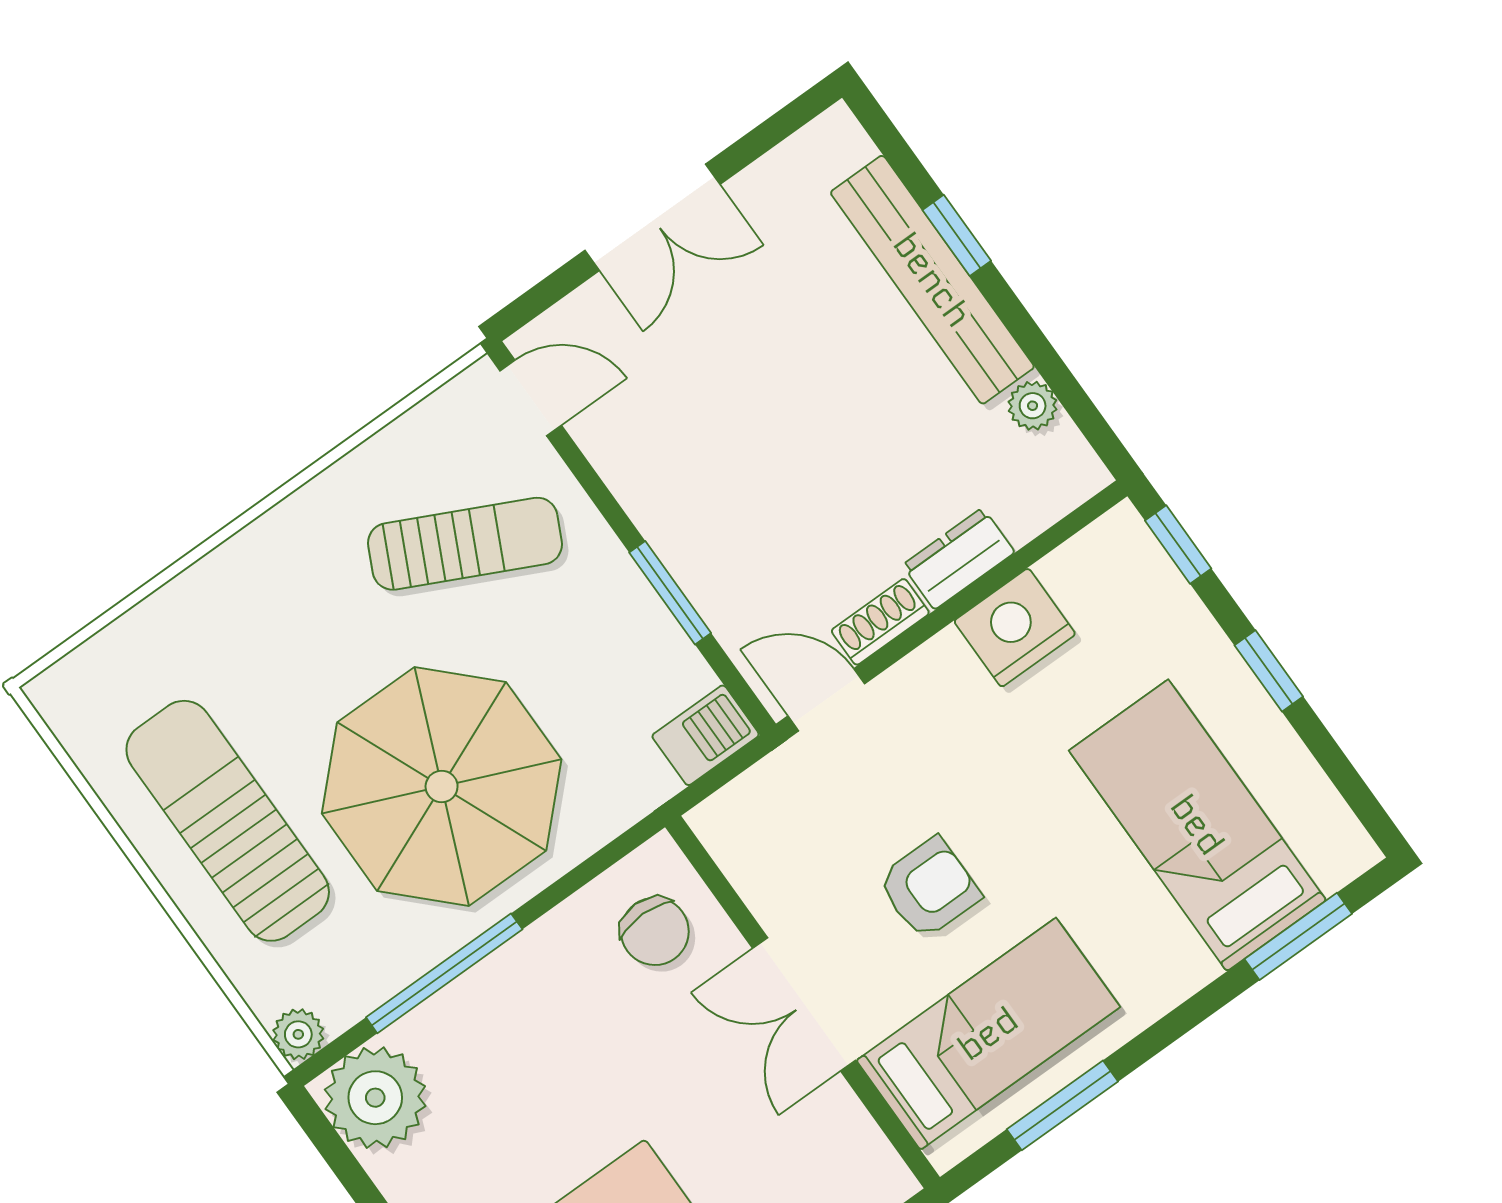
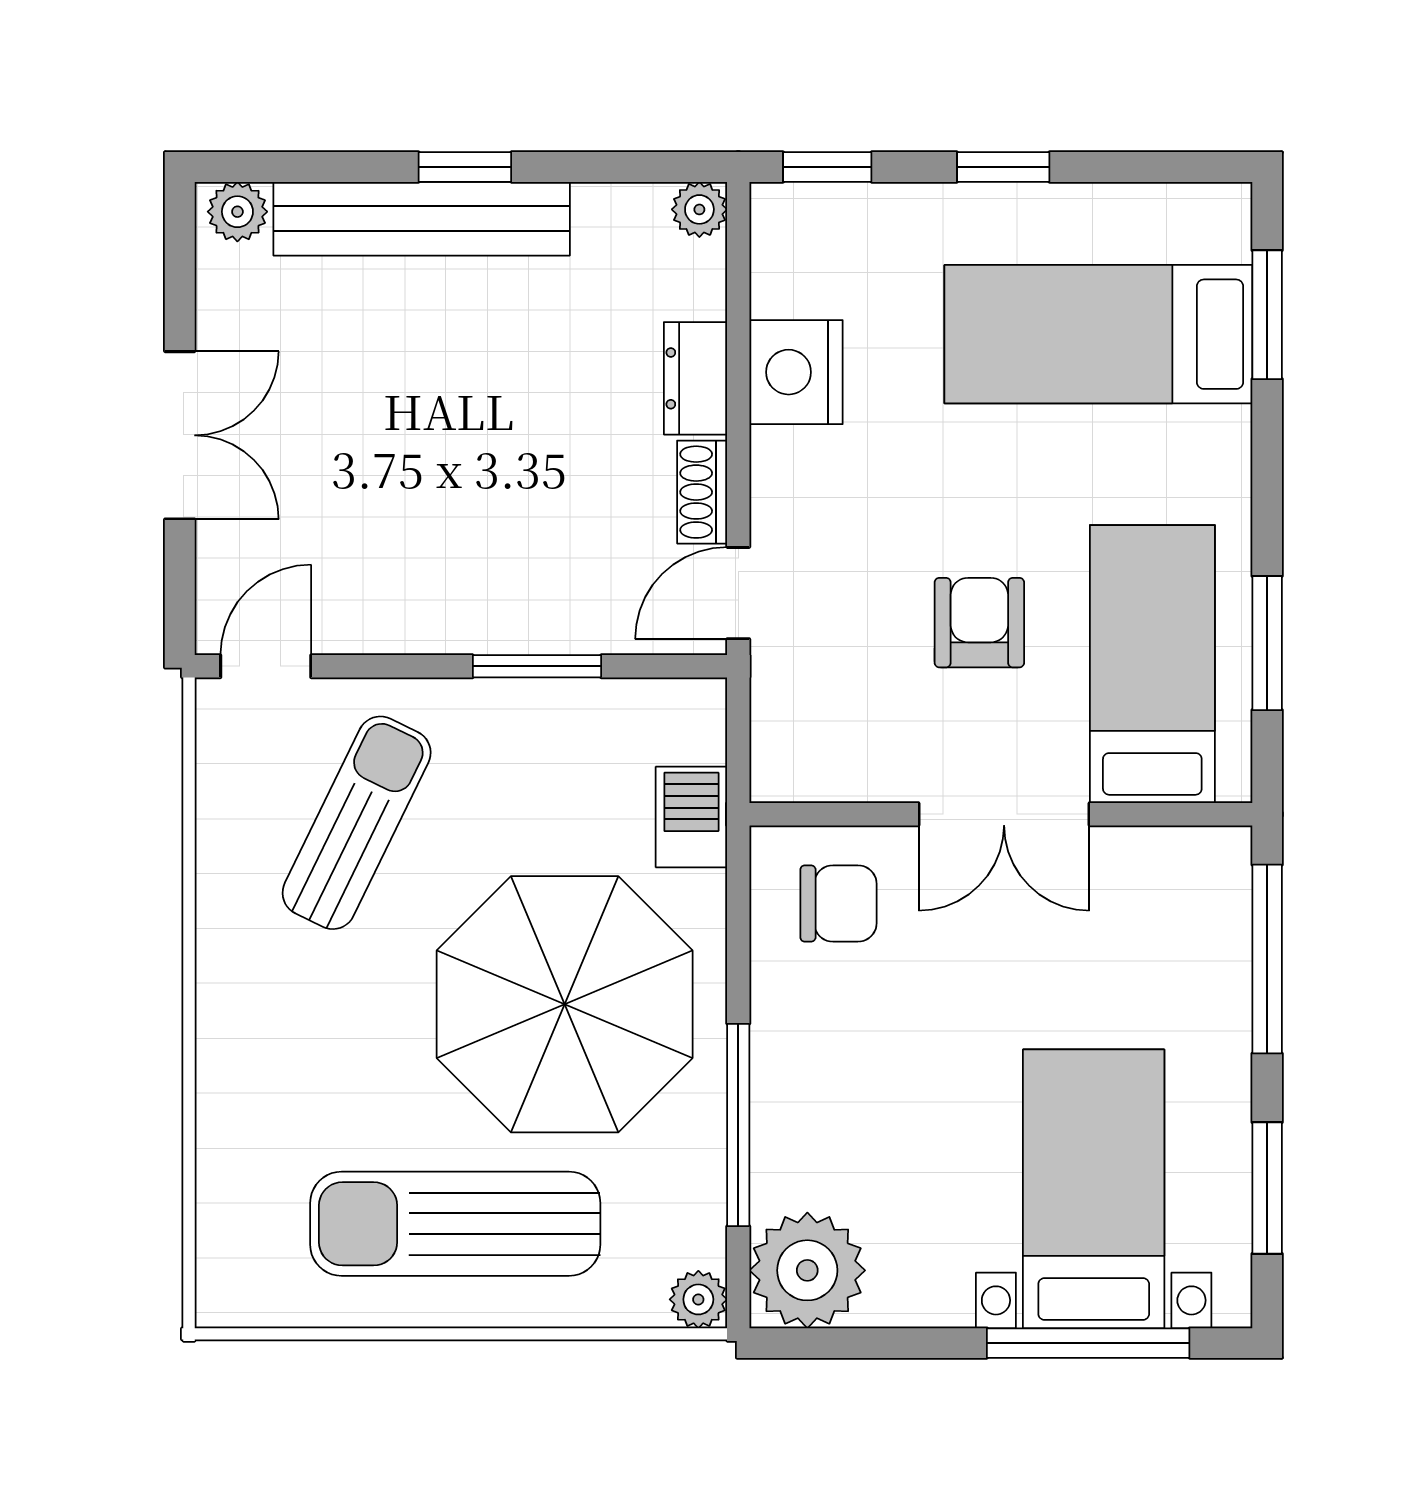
plant: (843, 144) -> (237, 212), added
window: (957, 235) -> (465, 167), moved
plant: (1033, 406) -> (699, 209), moved
barbecue: (706, 735) -> (691, 817), moved

